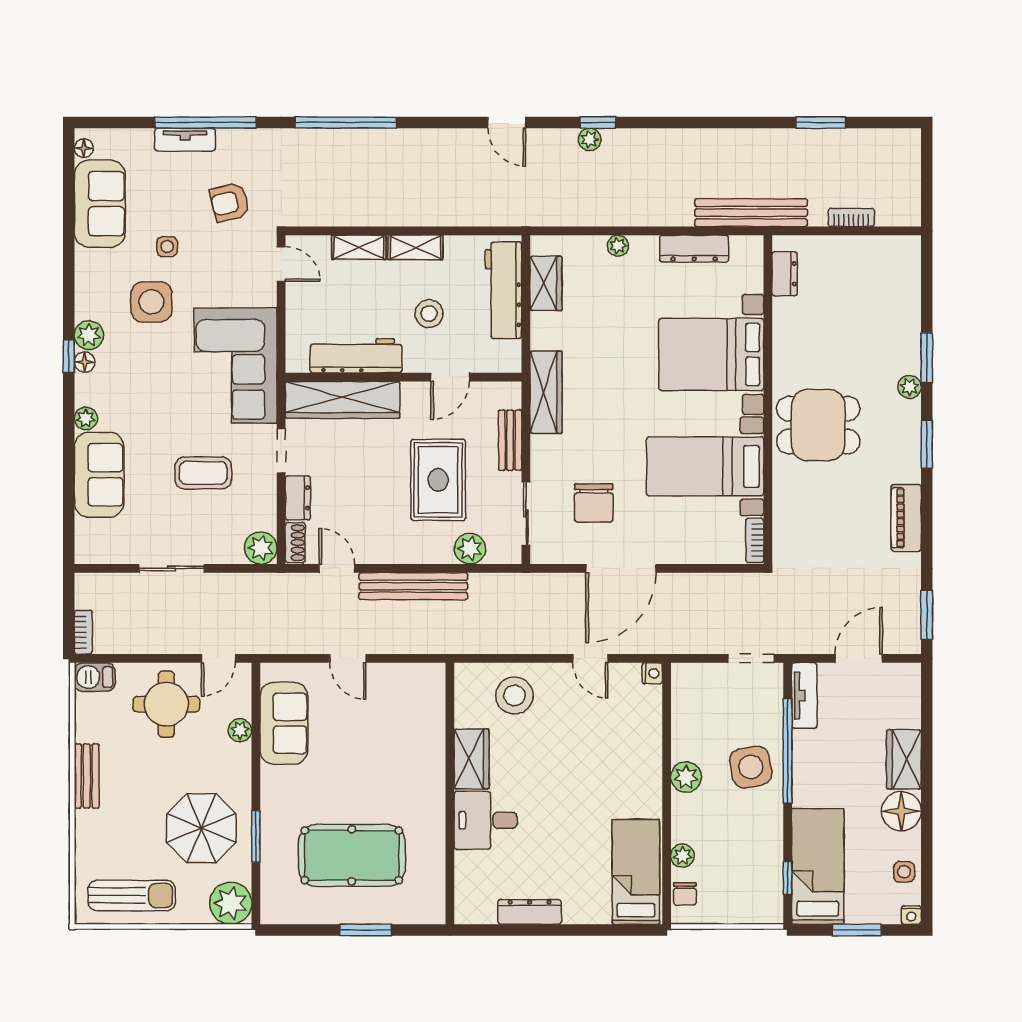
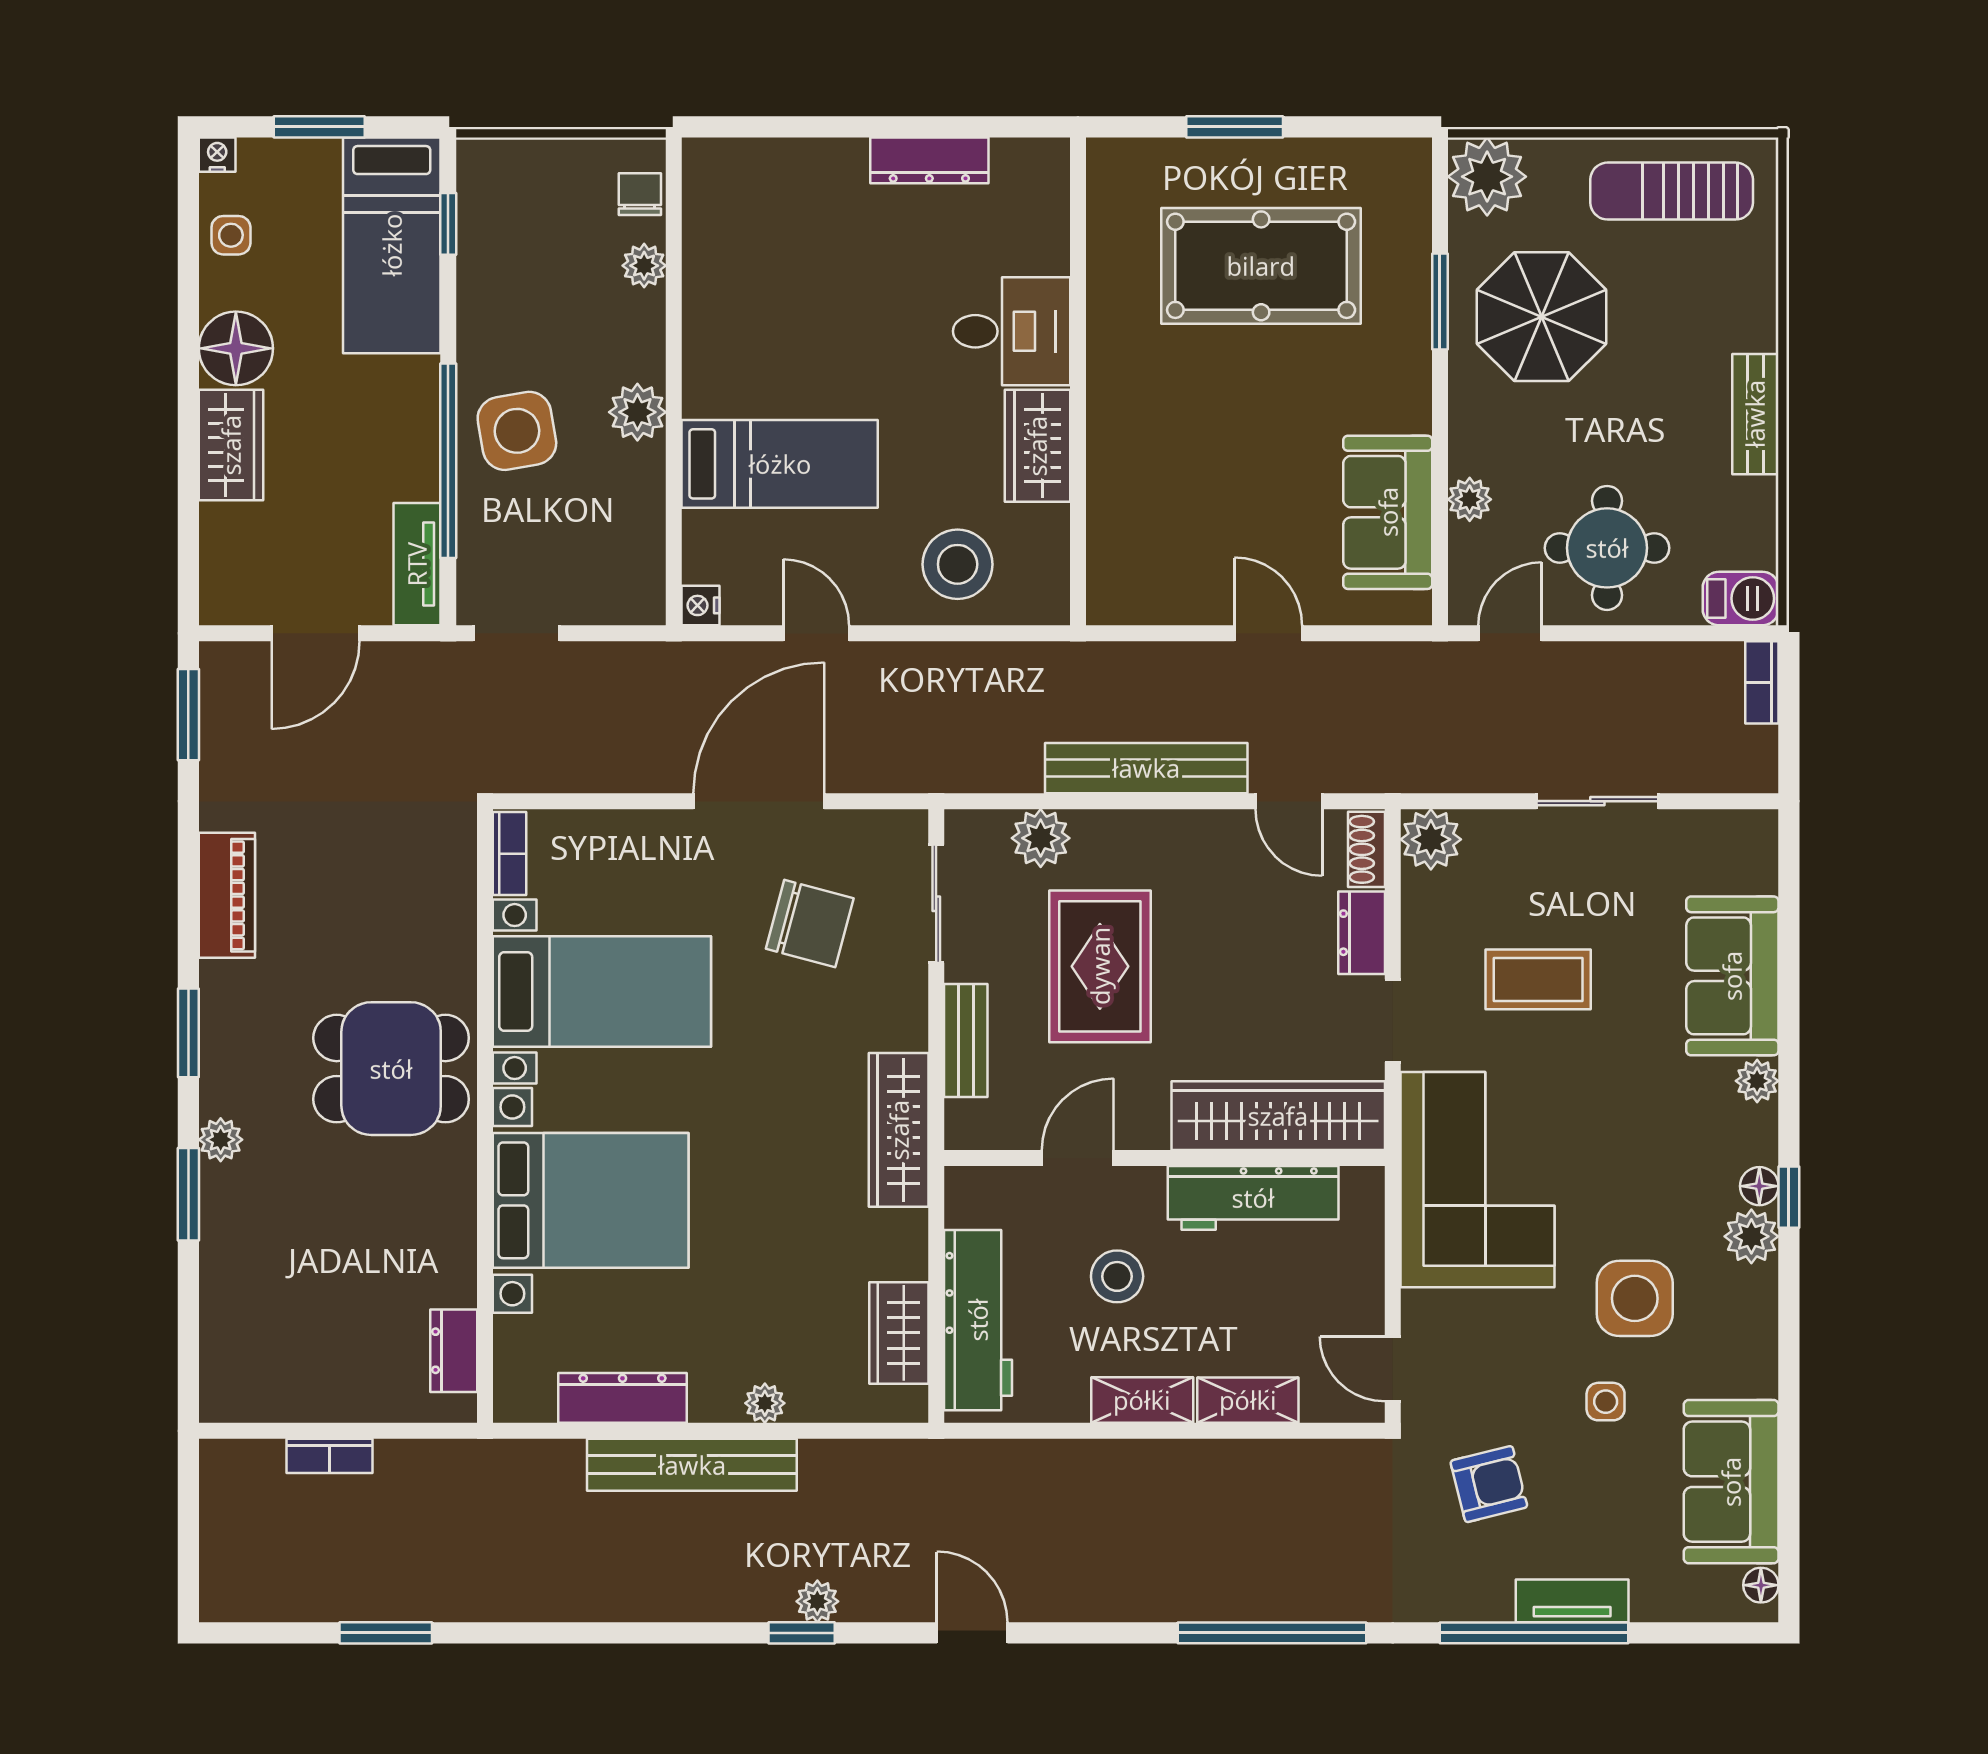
bench: (751, 213) -> (692, 1465), moved
chair: (594, 503) -> (810, 924), turned 105
bed: (636, 872) -> (780, 464), moved, turned -90

